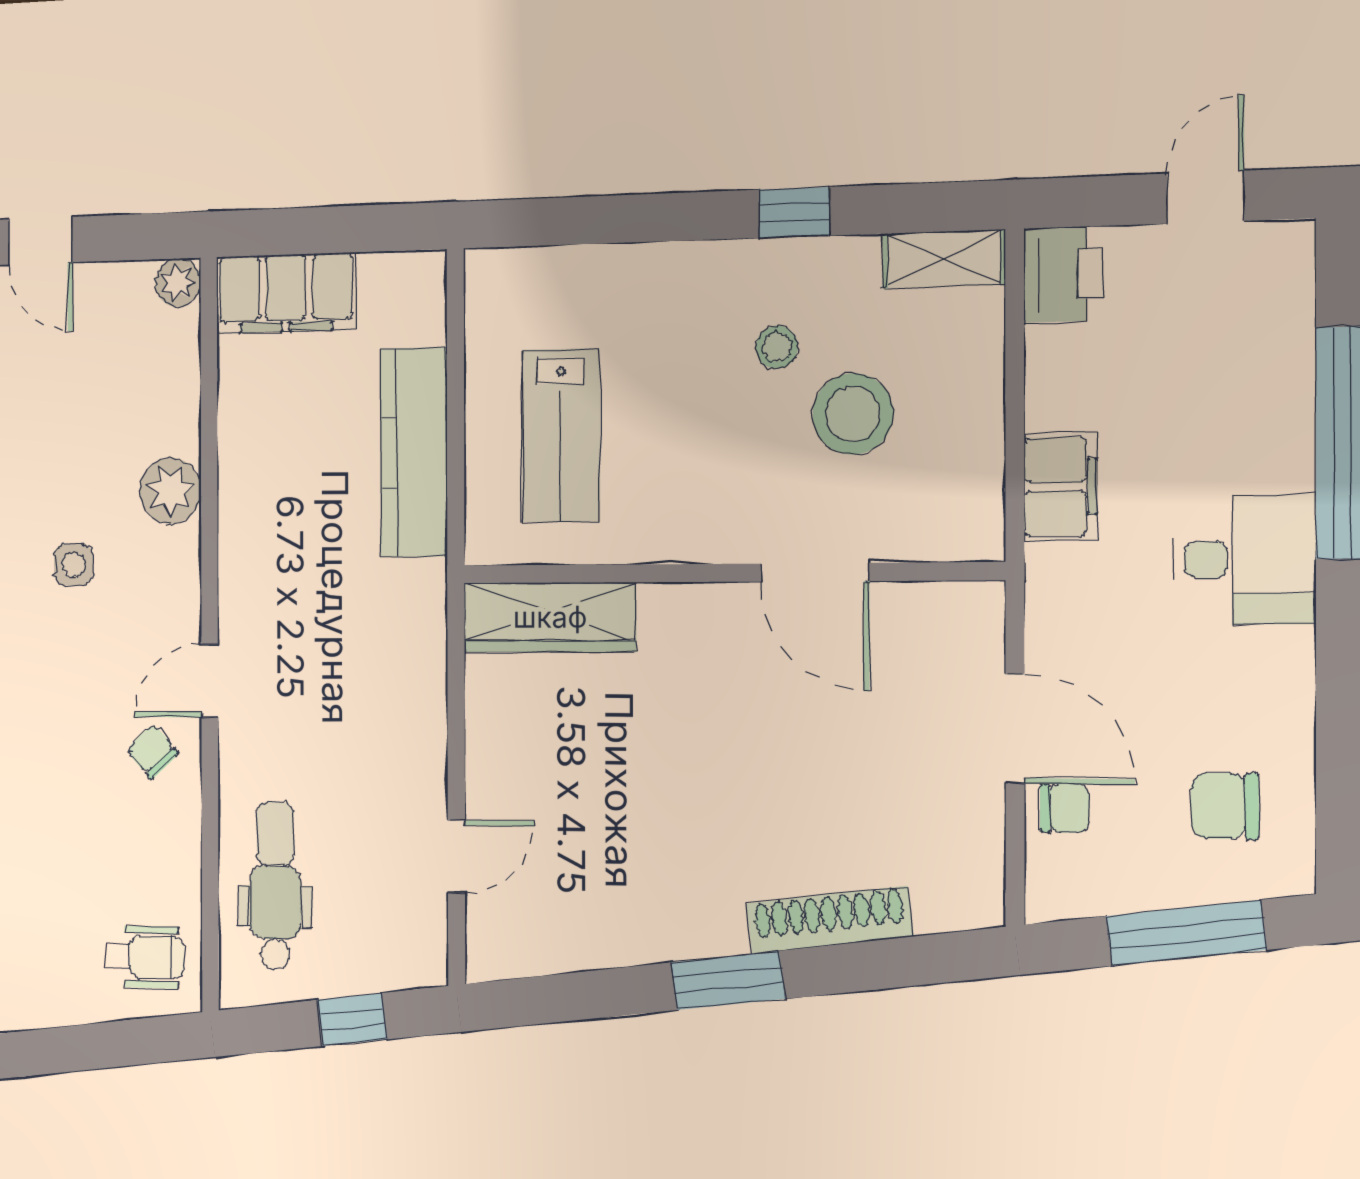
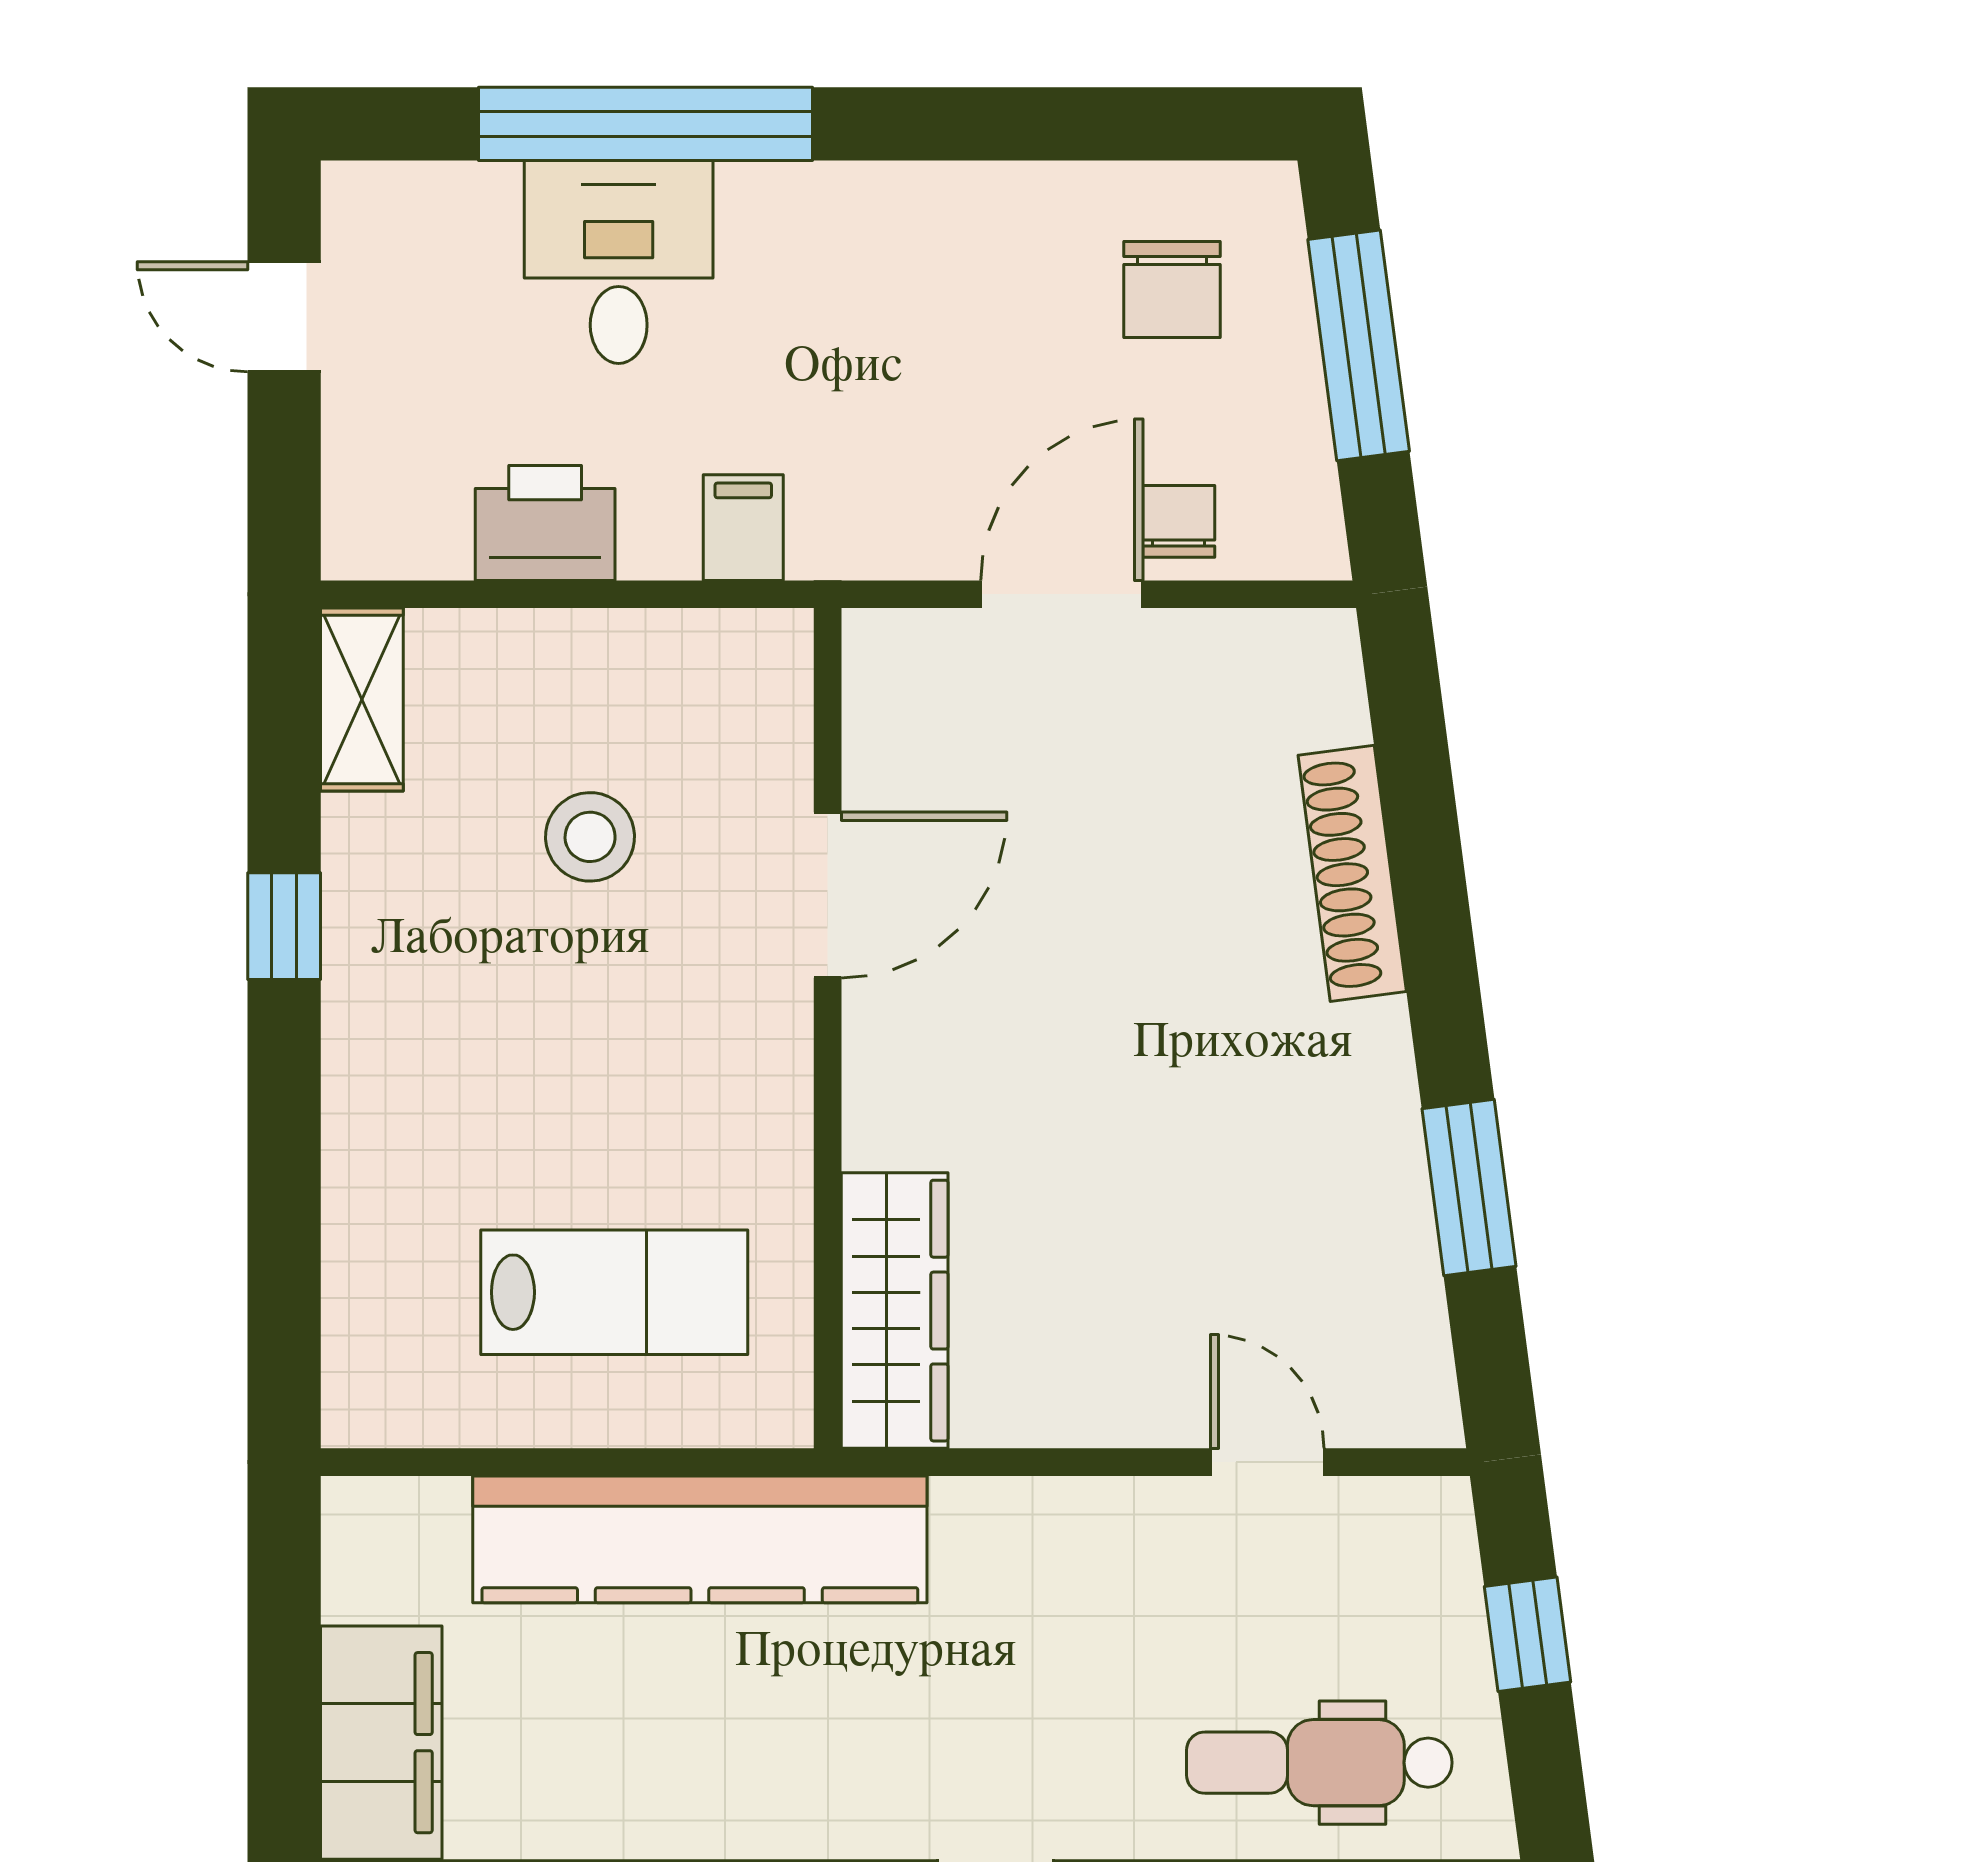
printer: (1063, 274) -> (545, 523), moved
stool: (777, 347) -> (487, 953), removed
stool: (853, 414) -> (590, 837), width x0.73, depth x0.73
kitchen counter: (414, 452) -> (700, 1539), width x1.39, depth x1.17
filing cabinet: (1060, 487) -> (743, 528), width x0.50
desk: (1244, 559) -> (619, 262), moved
window: (728, 981) -> (1469, 1188), moved

